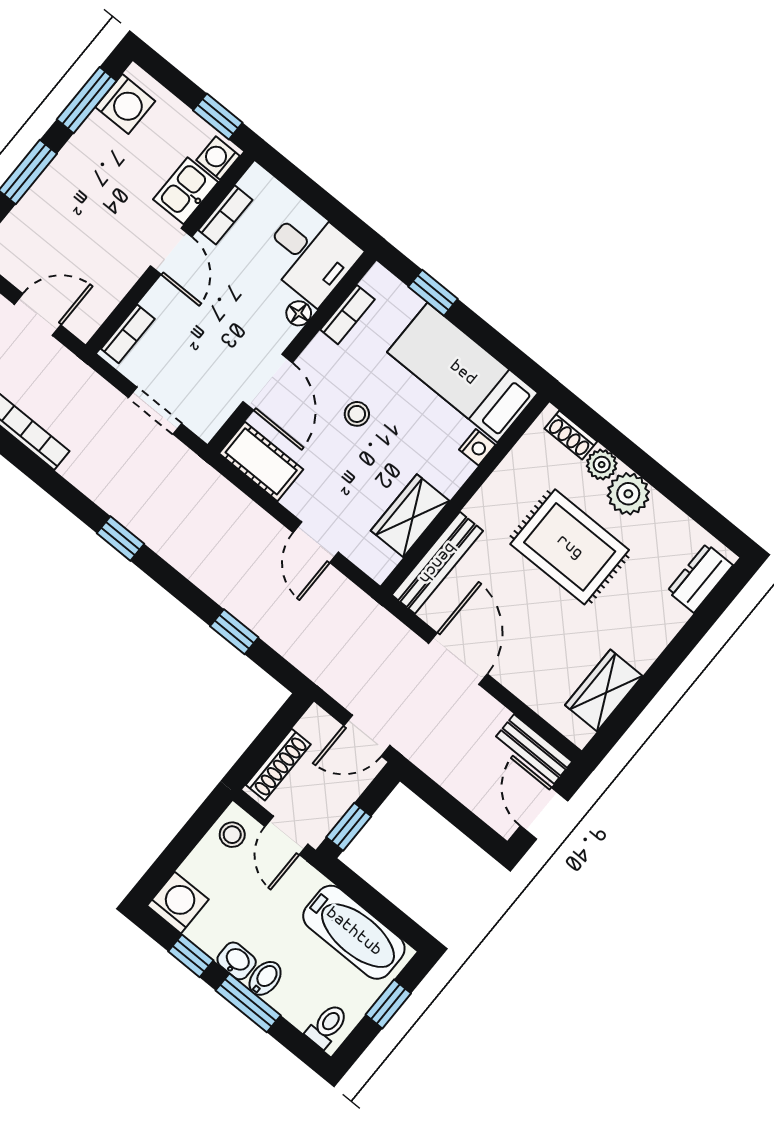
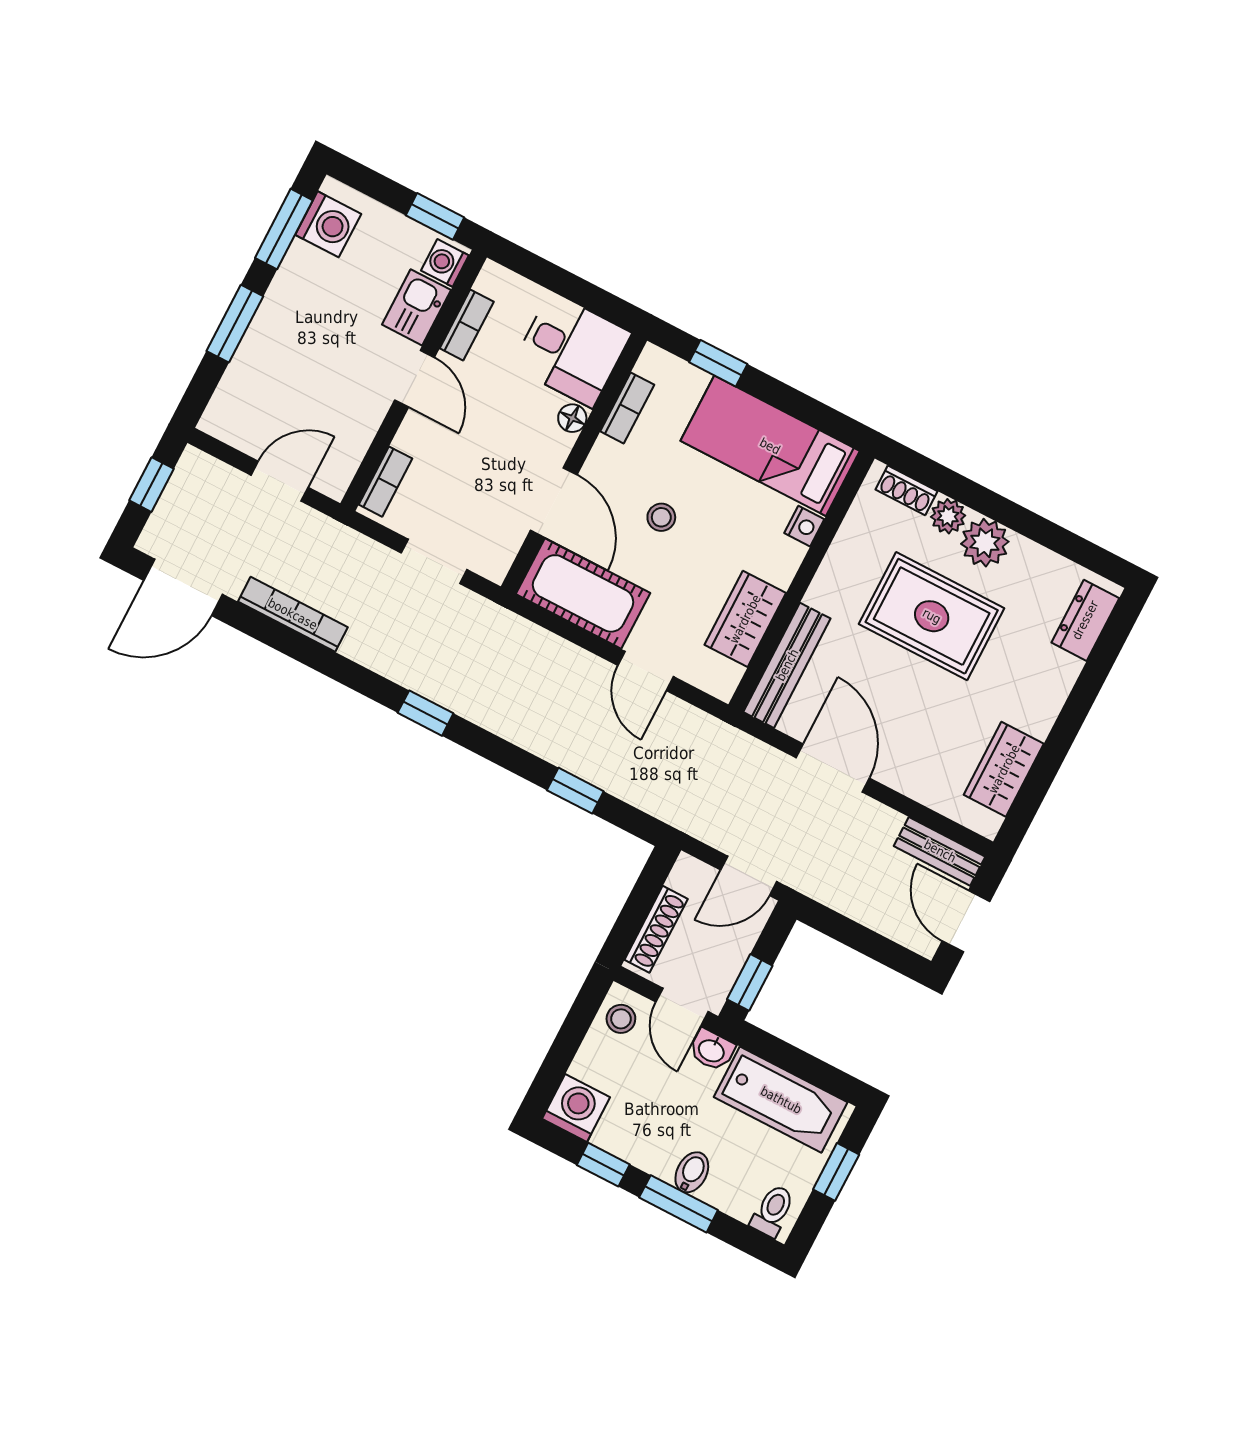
cot: (261, 461) -> (583, 593), width x1.37, depth x1.34
washbasin: (237, 961) -> (712, 1050), moved, turned 180

